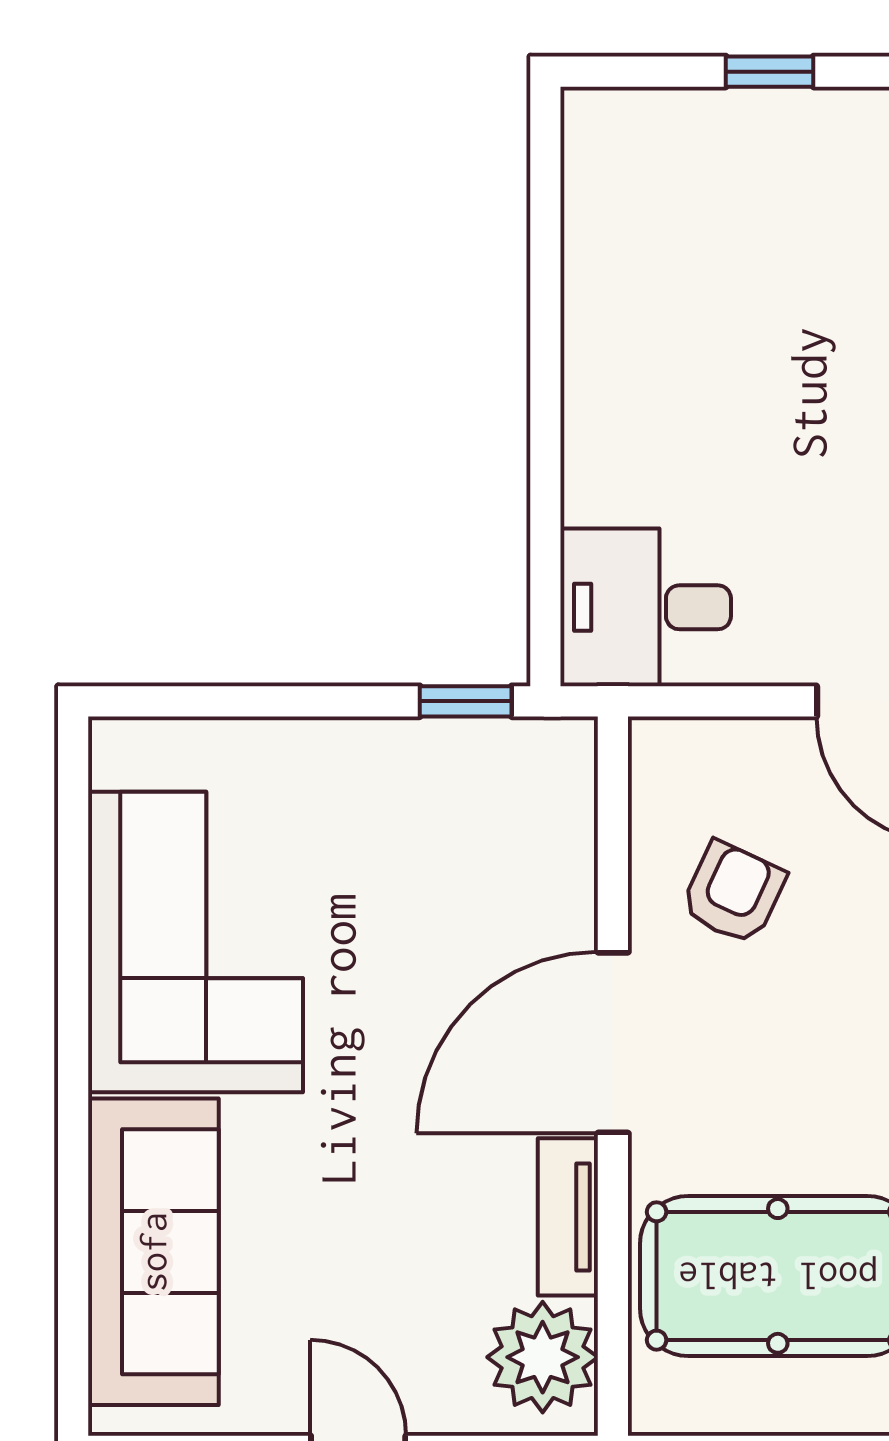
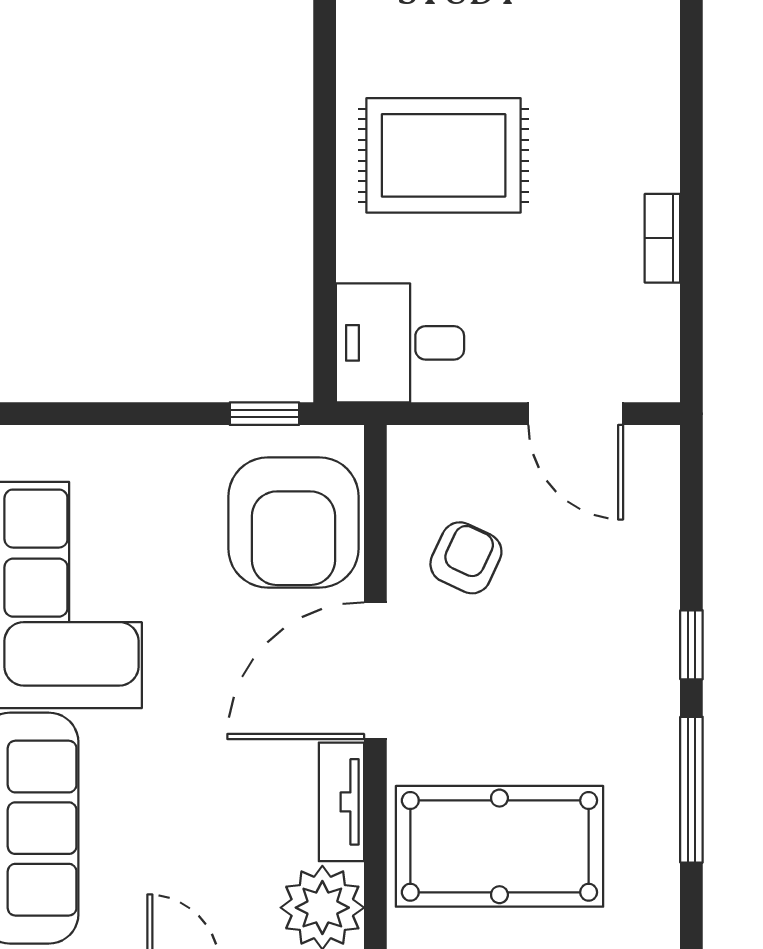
rug: (703, 358) -> (444, 155), added
armchair: (504, 846) -> (294, 523), added

